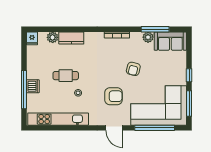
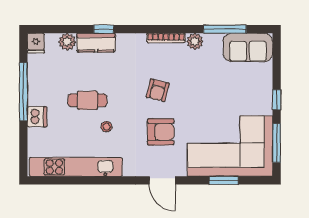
window: (76, 29) -> (104, 29), added
plant: (148, 37) -> (195, 41), moved
armchair: (133, 69) -> (158, 90), moved
window: (24, 90) -> (23, 92), moved
window: (155, 128) -> (224, 180), width x0.47

